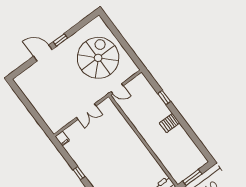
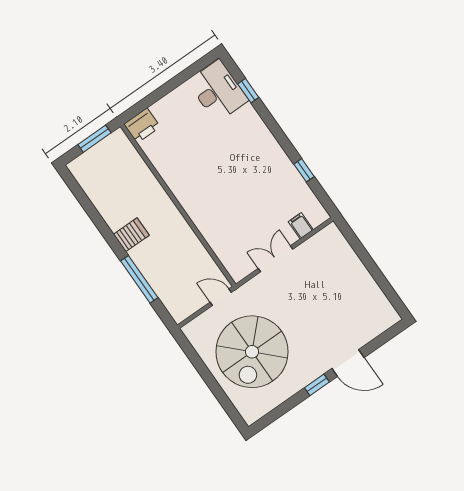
window: (164, 98) -> (139, 279), width x2.17
filing cabinet: (62, 138) -> (301, 226), moved
window: (79, 173) -> (304, 170), moved

